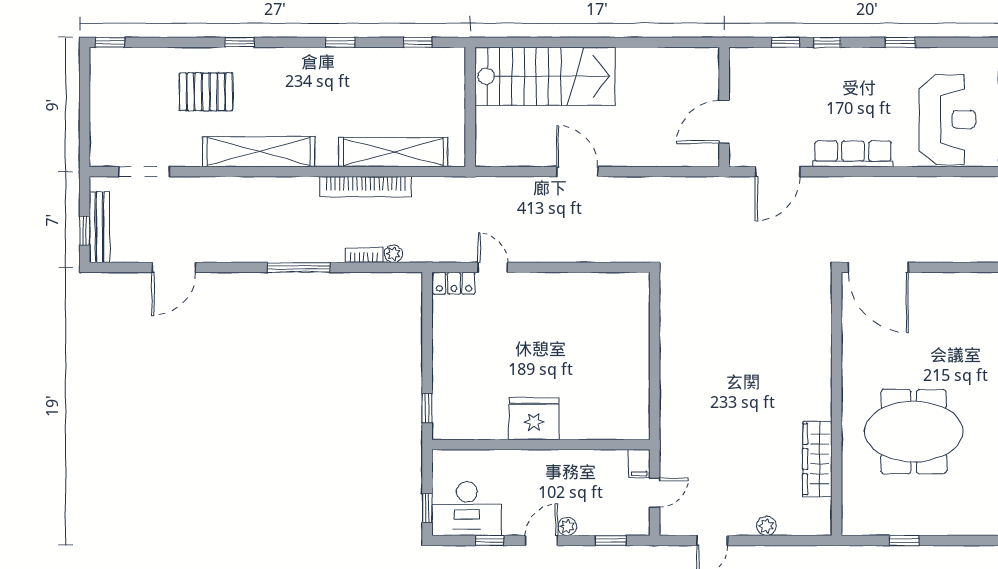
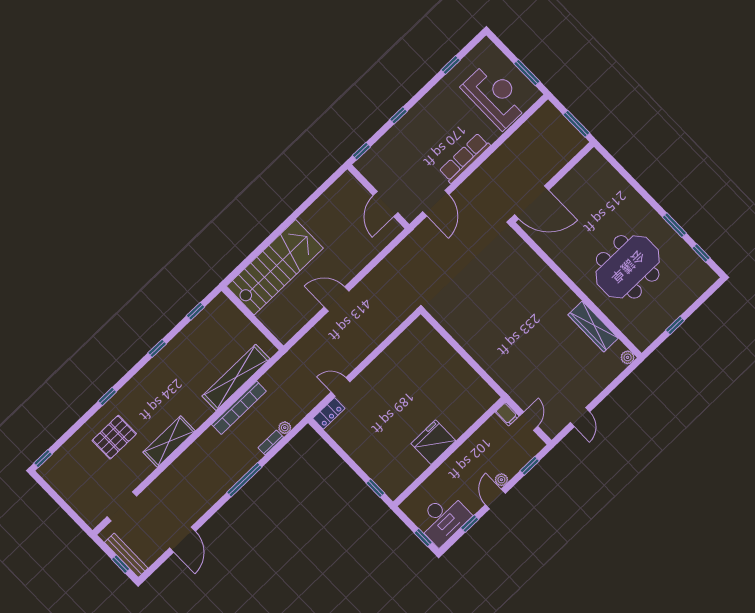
window: (785, 42) -> (361, 151), moved
window: (900, 42) -> (451, 65), moved
shelving: (259, 152) -> (169, 442), width x0.68
plant: (766, 526) -> (628, 357), moved

